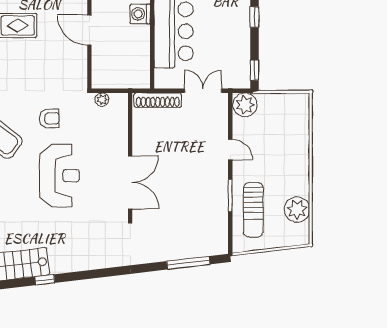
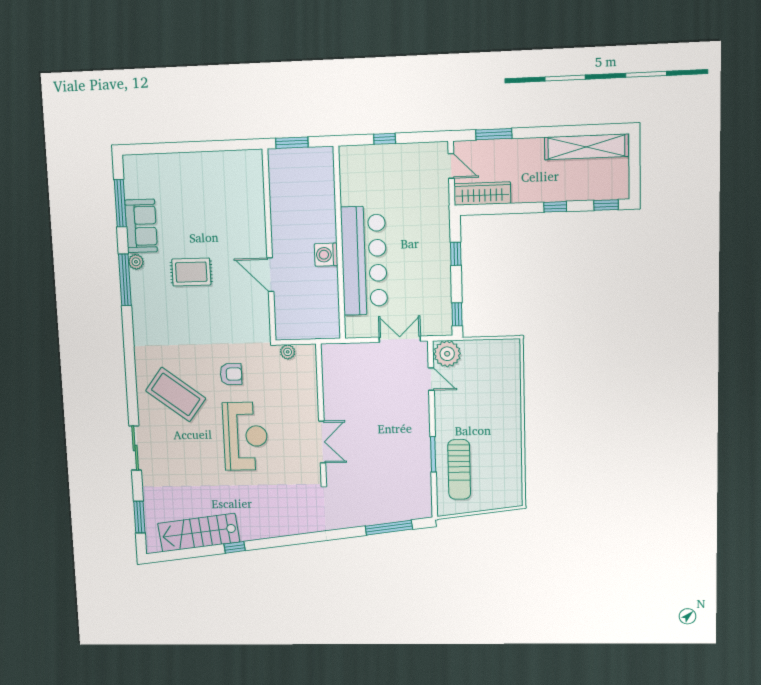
shoe rack: (158, 100) -> (349, 351), removed
door: (230, 150) -> (431, 379), moved
double door: (130, 182) -> (322, 442), width x0.73
plant: (297, 210) -> (508, 468), removed

